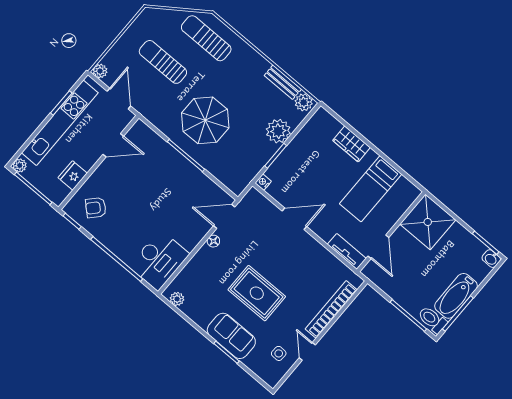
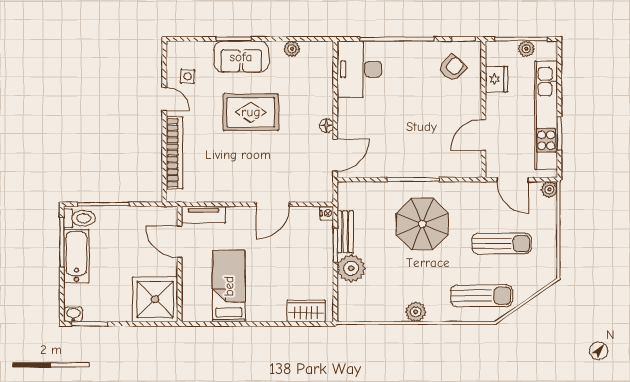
bench: (283, 82) -> (345, 232), moved, turned 90
plant: (304, 102) -> (416, 312), moved
wardrobe: (351, 144) -> (306, 311), moved
plant: (20, 165) -> (526, 49), moved
plant: (177, 299) -> (292, 49), moved

